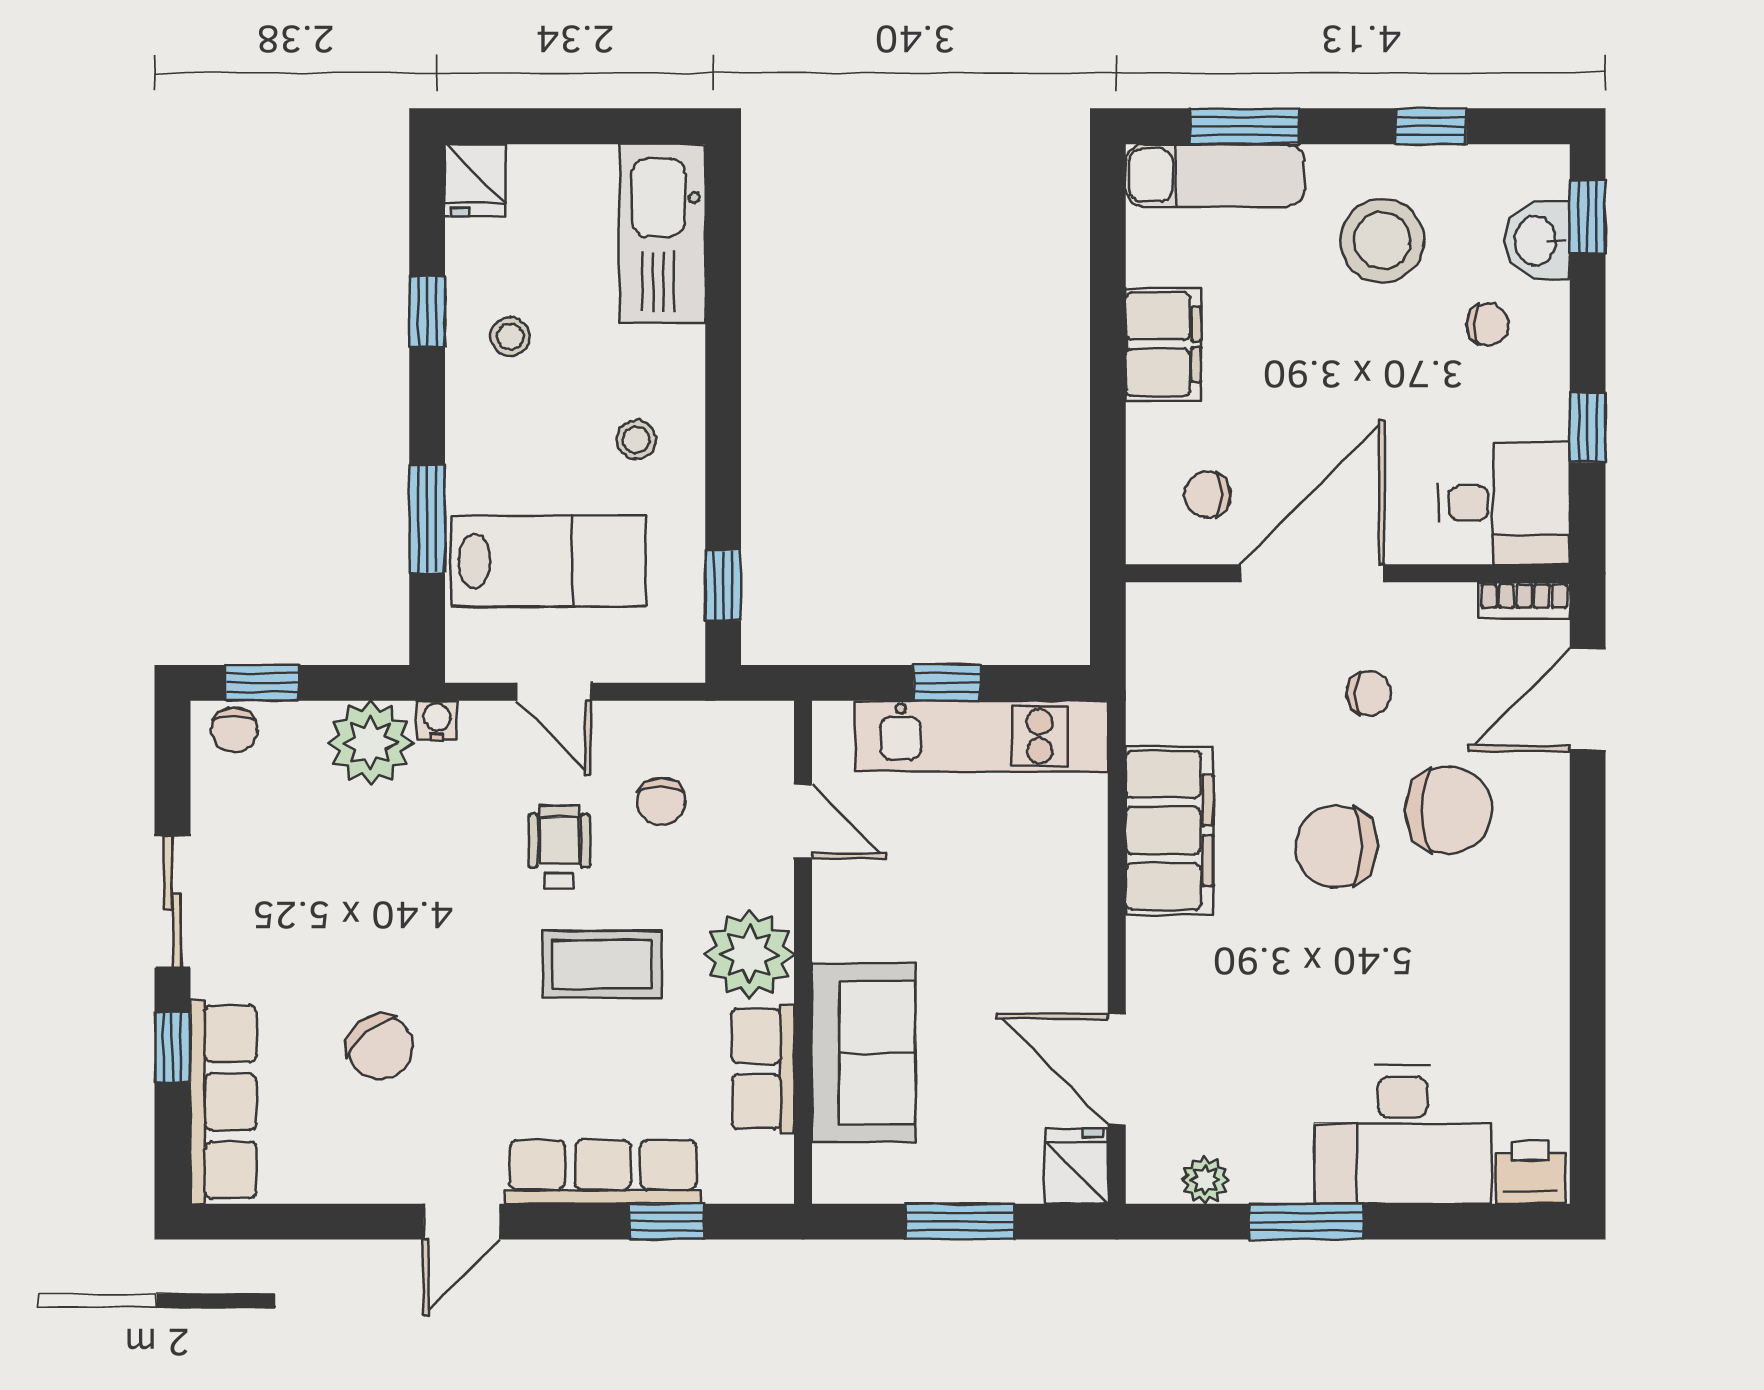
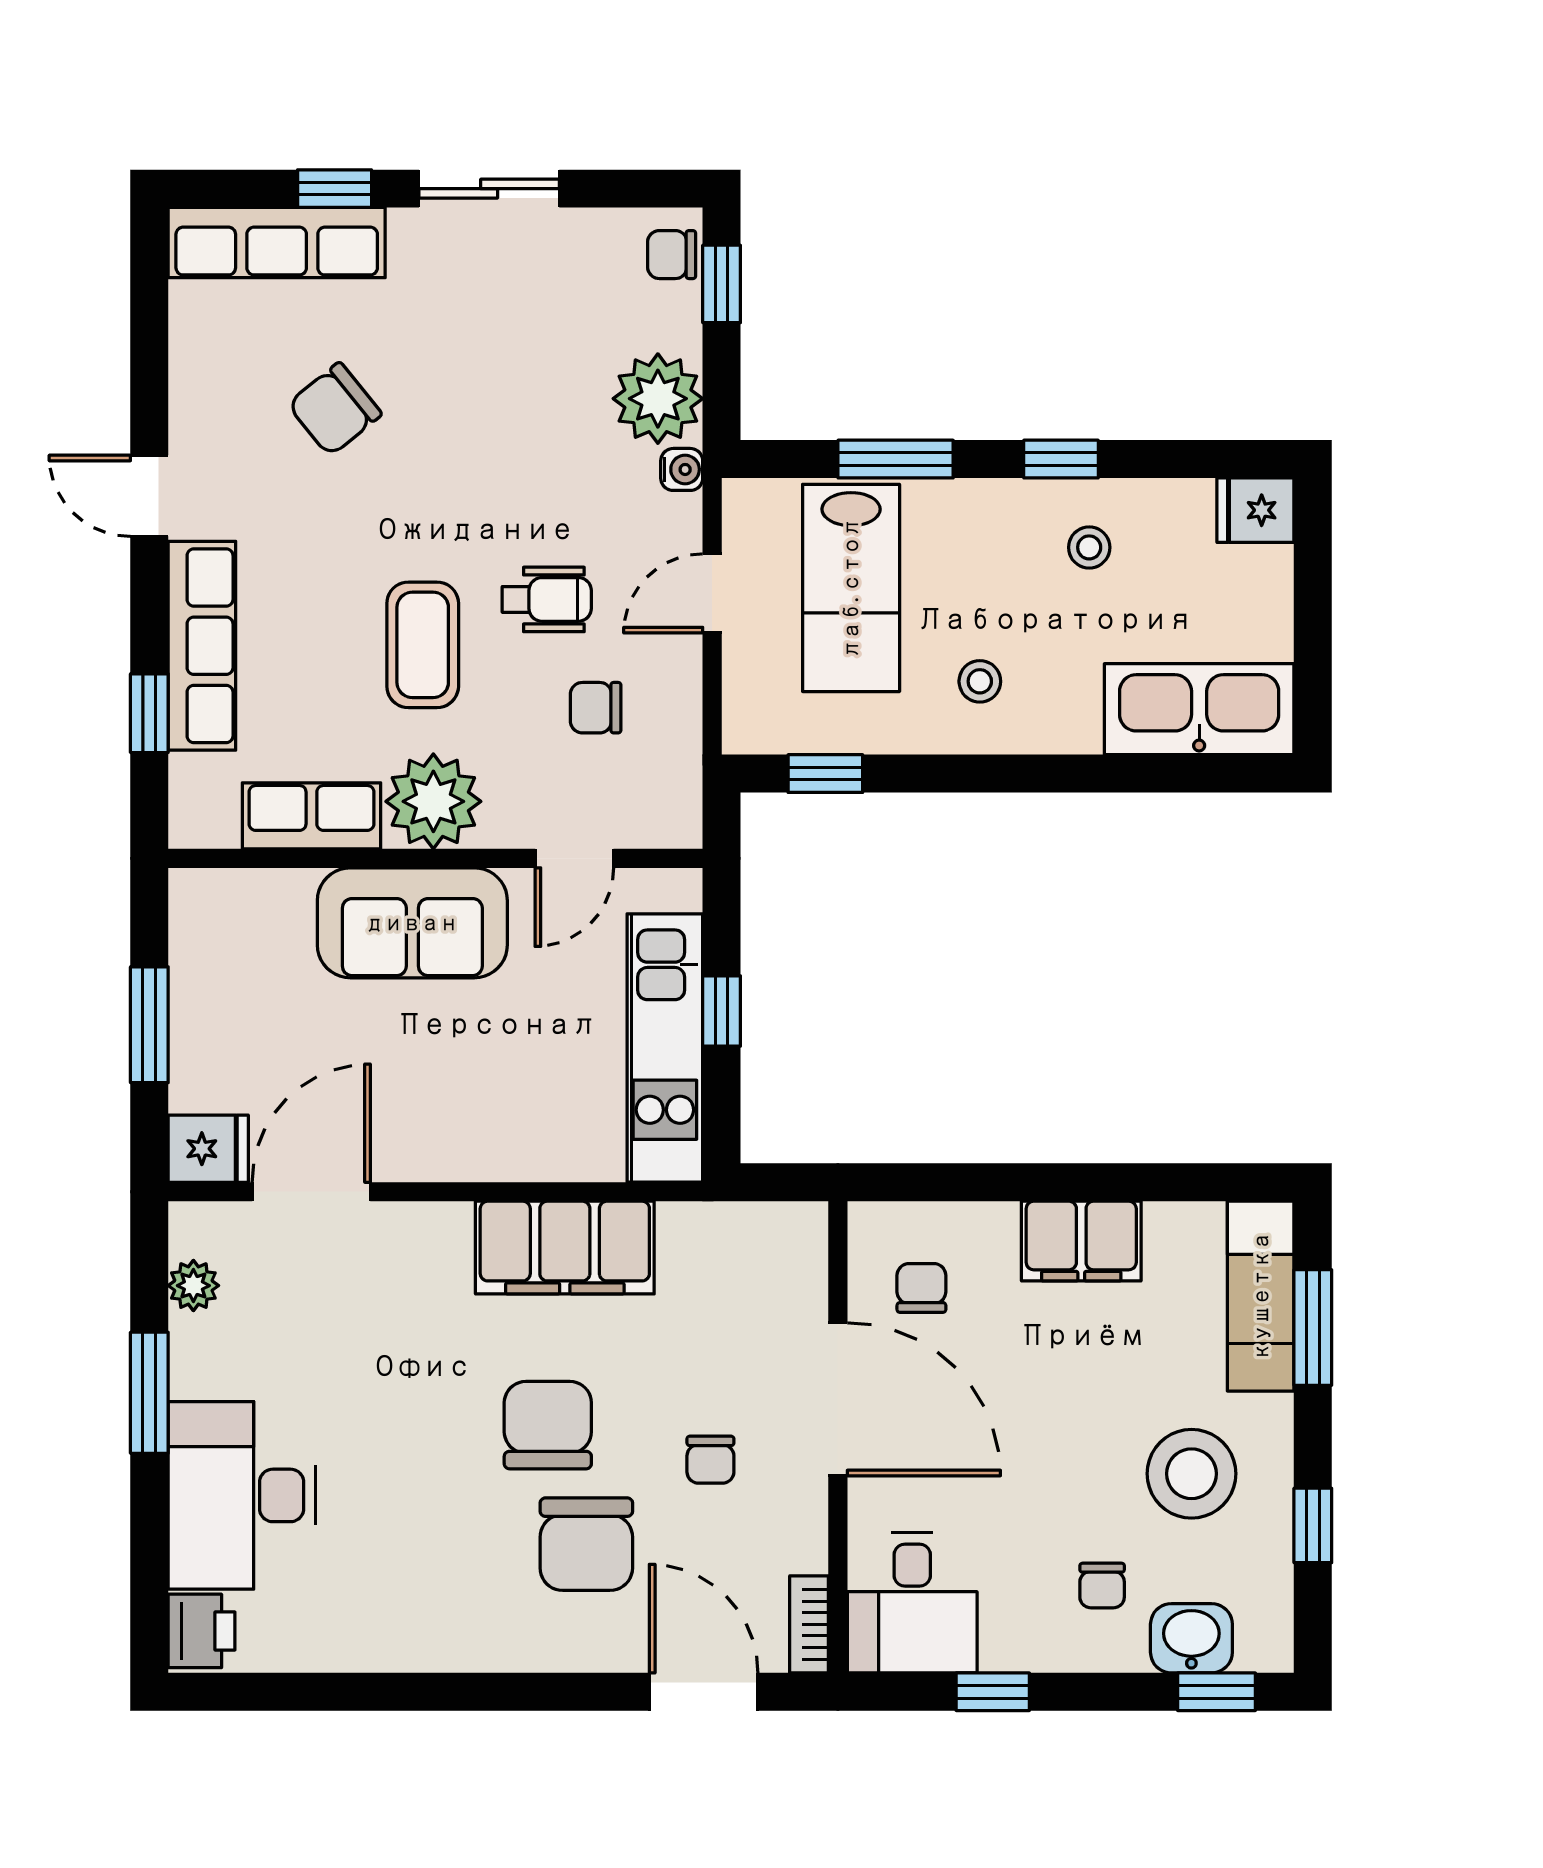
window: (427, 312) -> (1061, 459), moved
sofa: (864, 1053) -> (412, 923), moved

